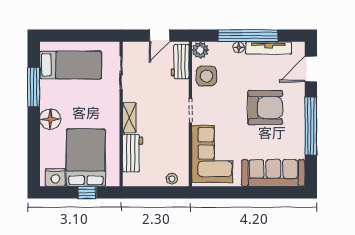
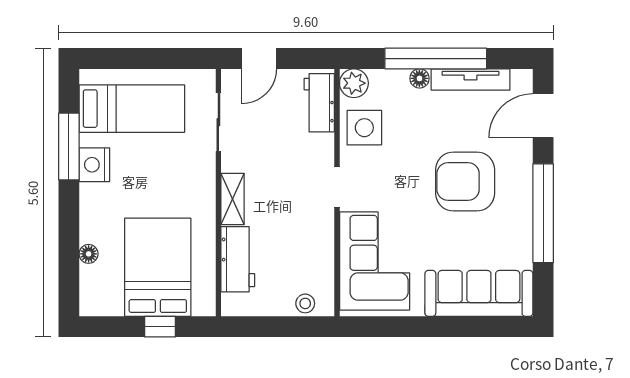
door: (160, 36) -> (259, 59), moved
armchair: (265, 108) -> (465, 182), turned 180
floor lamp: (50, 119) -> (89, 254), moved, width x0.53, depth x0.53
nightstand: (55, 177) -> (94, 165), moved, turned 90

